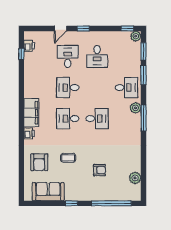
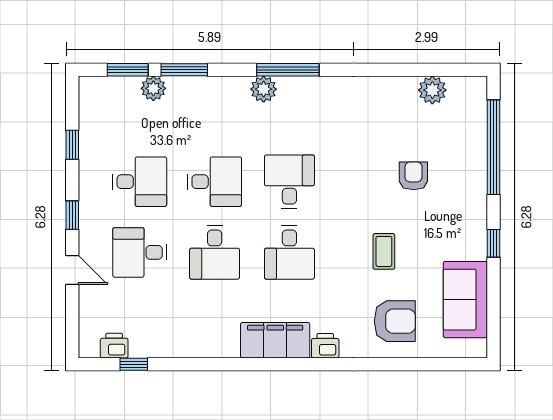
window: (127, 28) -> (72, 145), moved
plant: (136, 36) -> (153, 88), moved
desk: (126, 88) -> (215, 182), moved, turned 90

